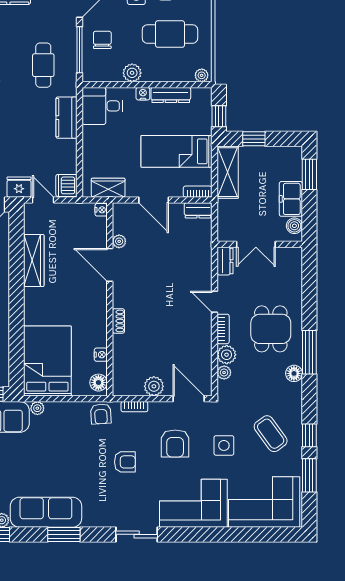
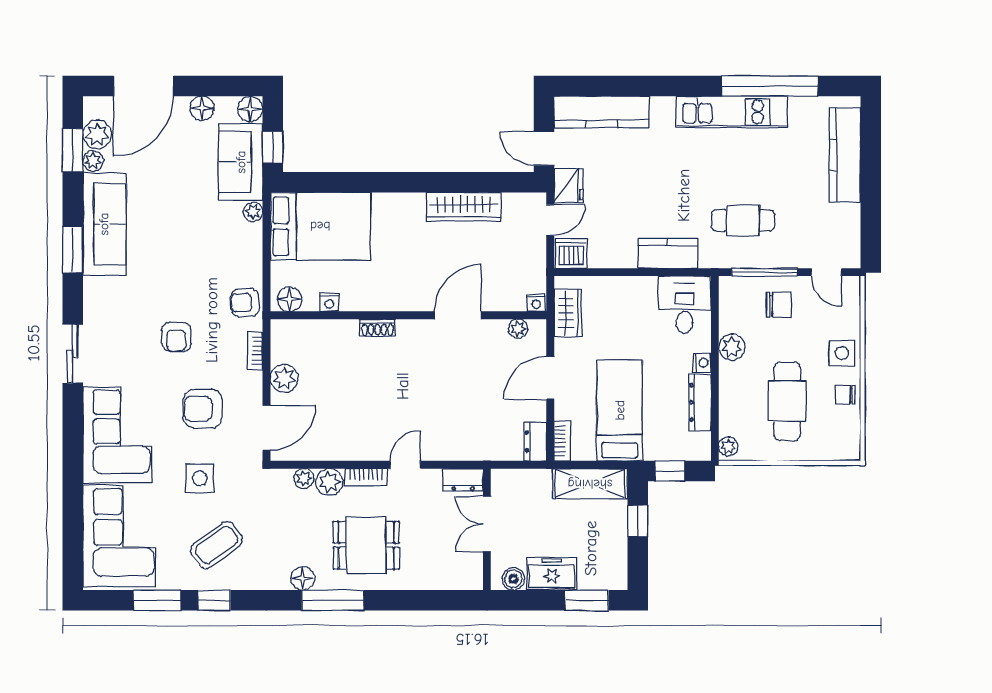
plant: (119, 241) -> (518, 329), moved

